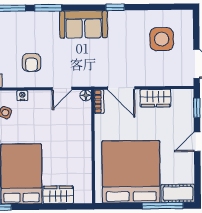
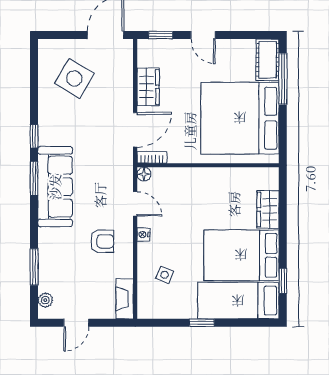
window: (48, 8) -> (34, 178), moved
sofa: (84, 24) -> (55, 187), width x1.36
side table: (162, 39) -> (74, 78), turned 31
nightstand: (22, 96) -> (144, 235), moved

